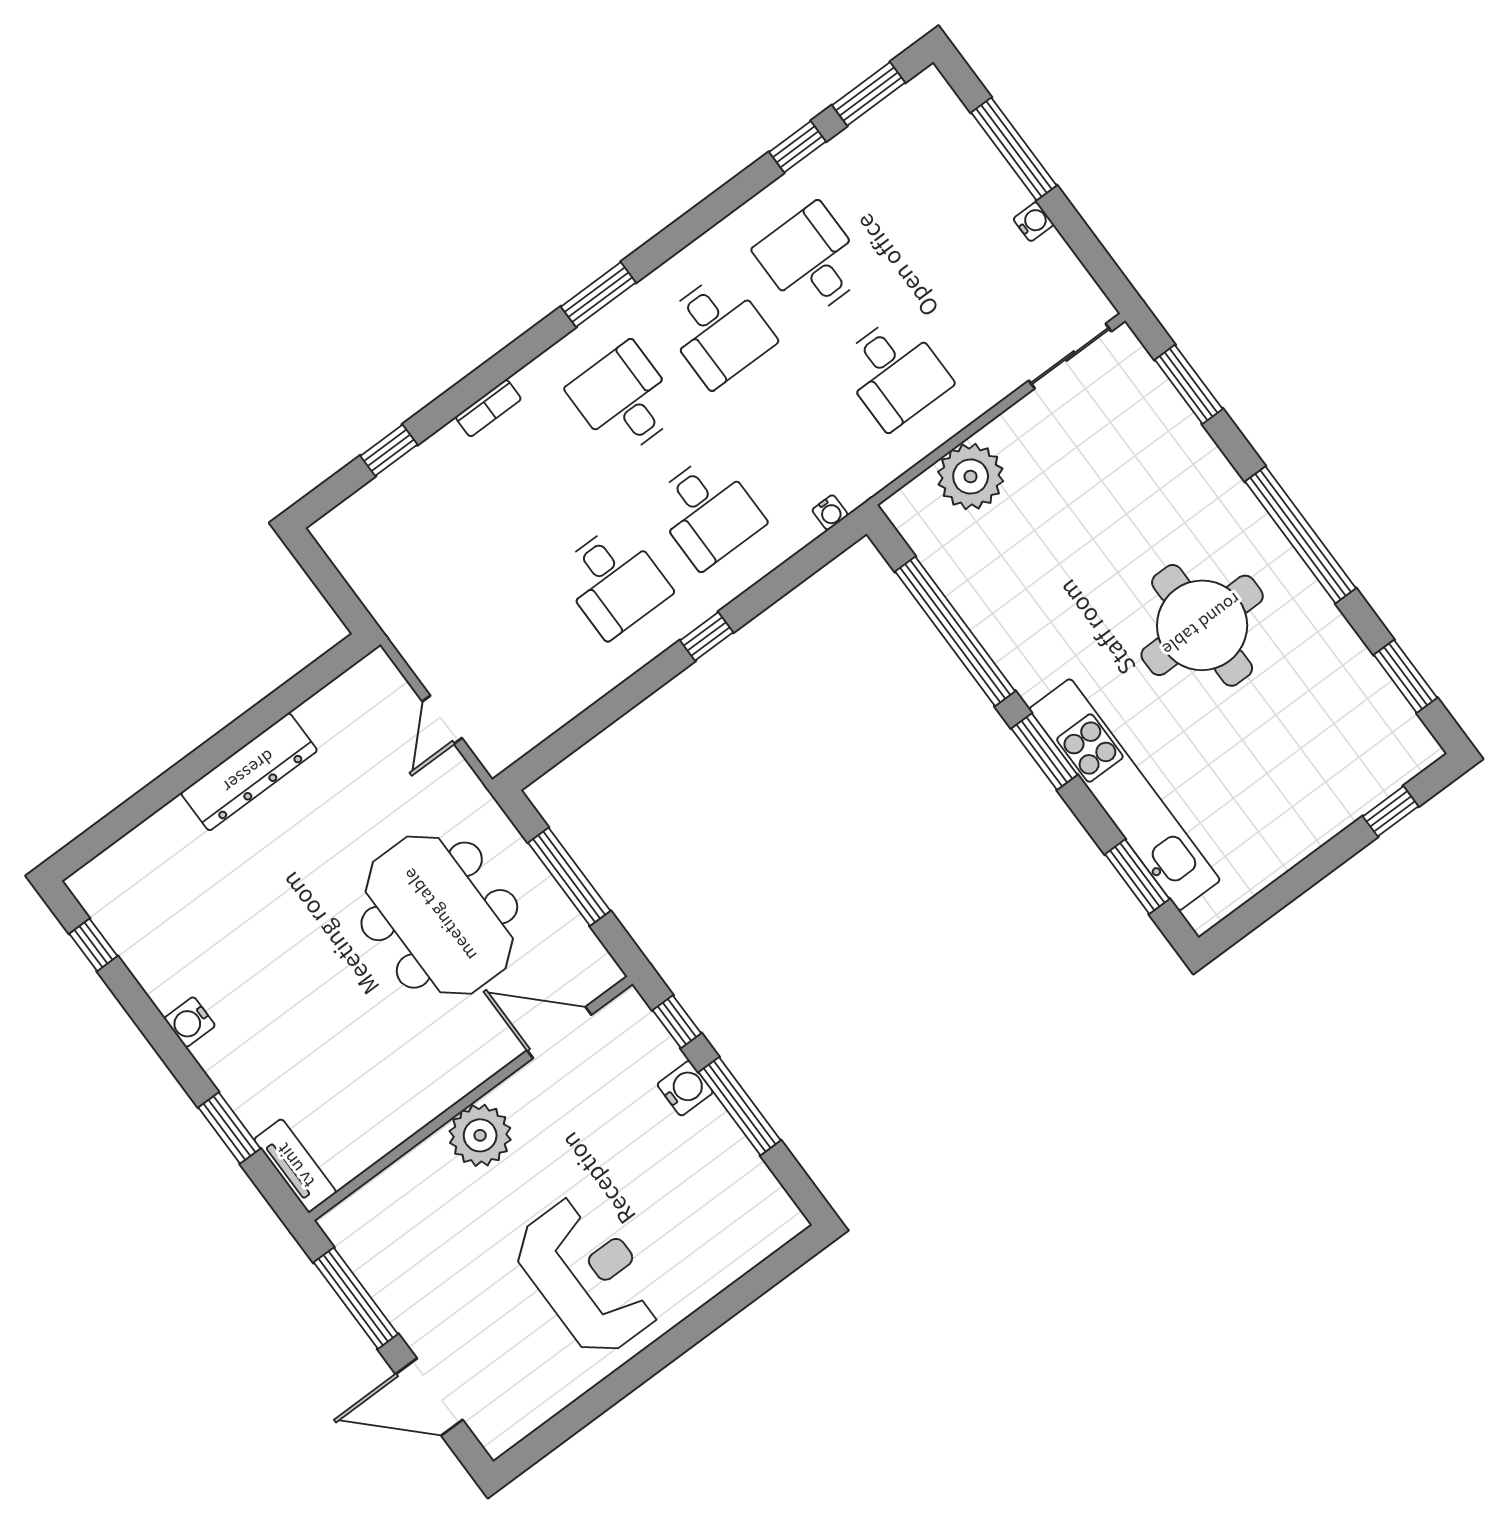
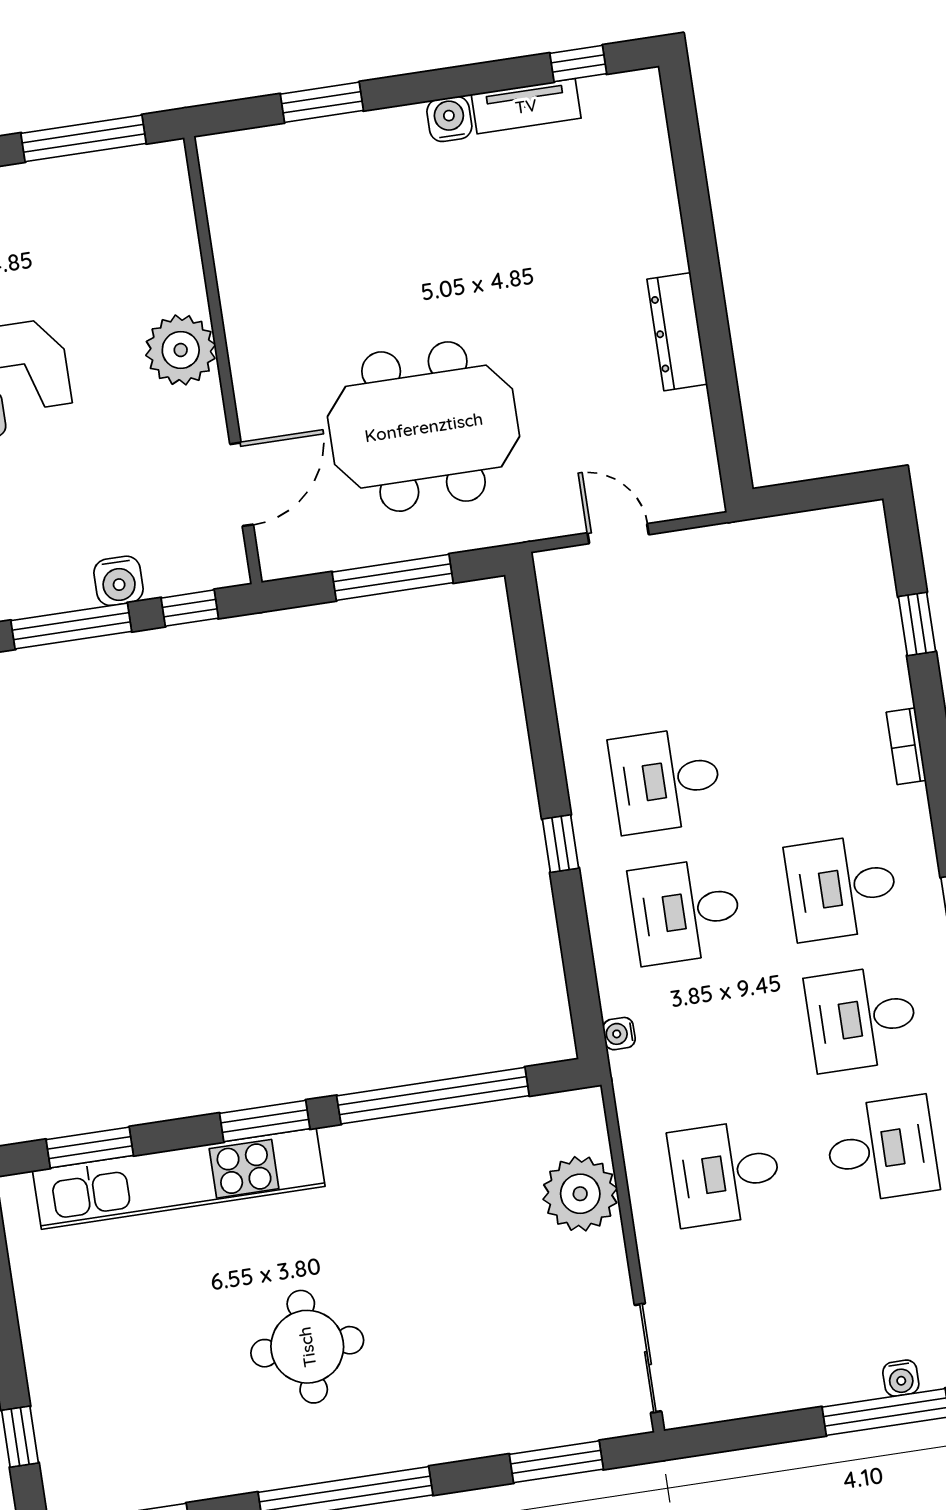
water cooler: (1034, 222) -> (901, 1378), moved
desk: (624, 400) -> (842, 887), turned 180
round table: (1202, 625) -> (307, 1347), width x0.73, depth x0.73
dresser: (249, 772) -> (677, 332), width x0.73, depth x0.80
tv unit: (295, 1166) -> (526, 106), moved

